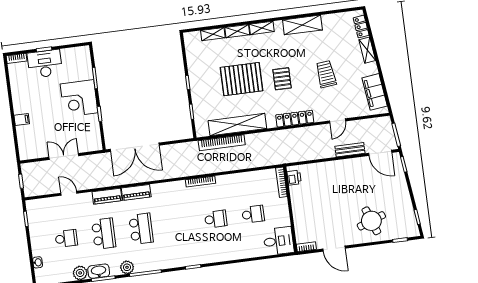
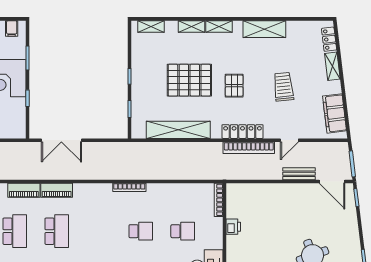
shelving: (213, 34) -> (151, 26), moved
filing cabinet: (77, 54) -> (12, 28), added
bookcase: (222, 143) -> (249, 148), moved
double door: (135, 147) -> (61, 140), width x0.73
printer: (294, 178) -> (233, 227), moved

